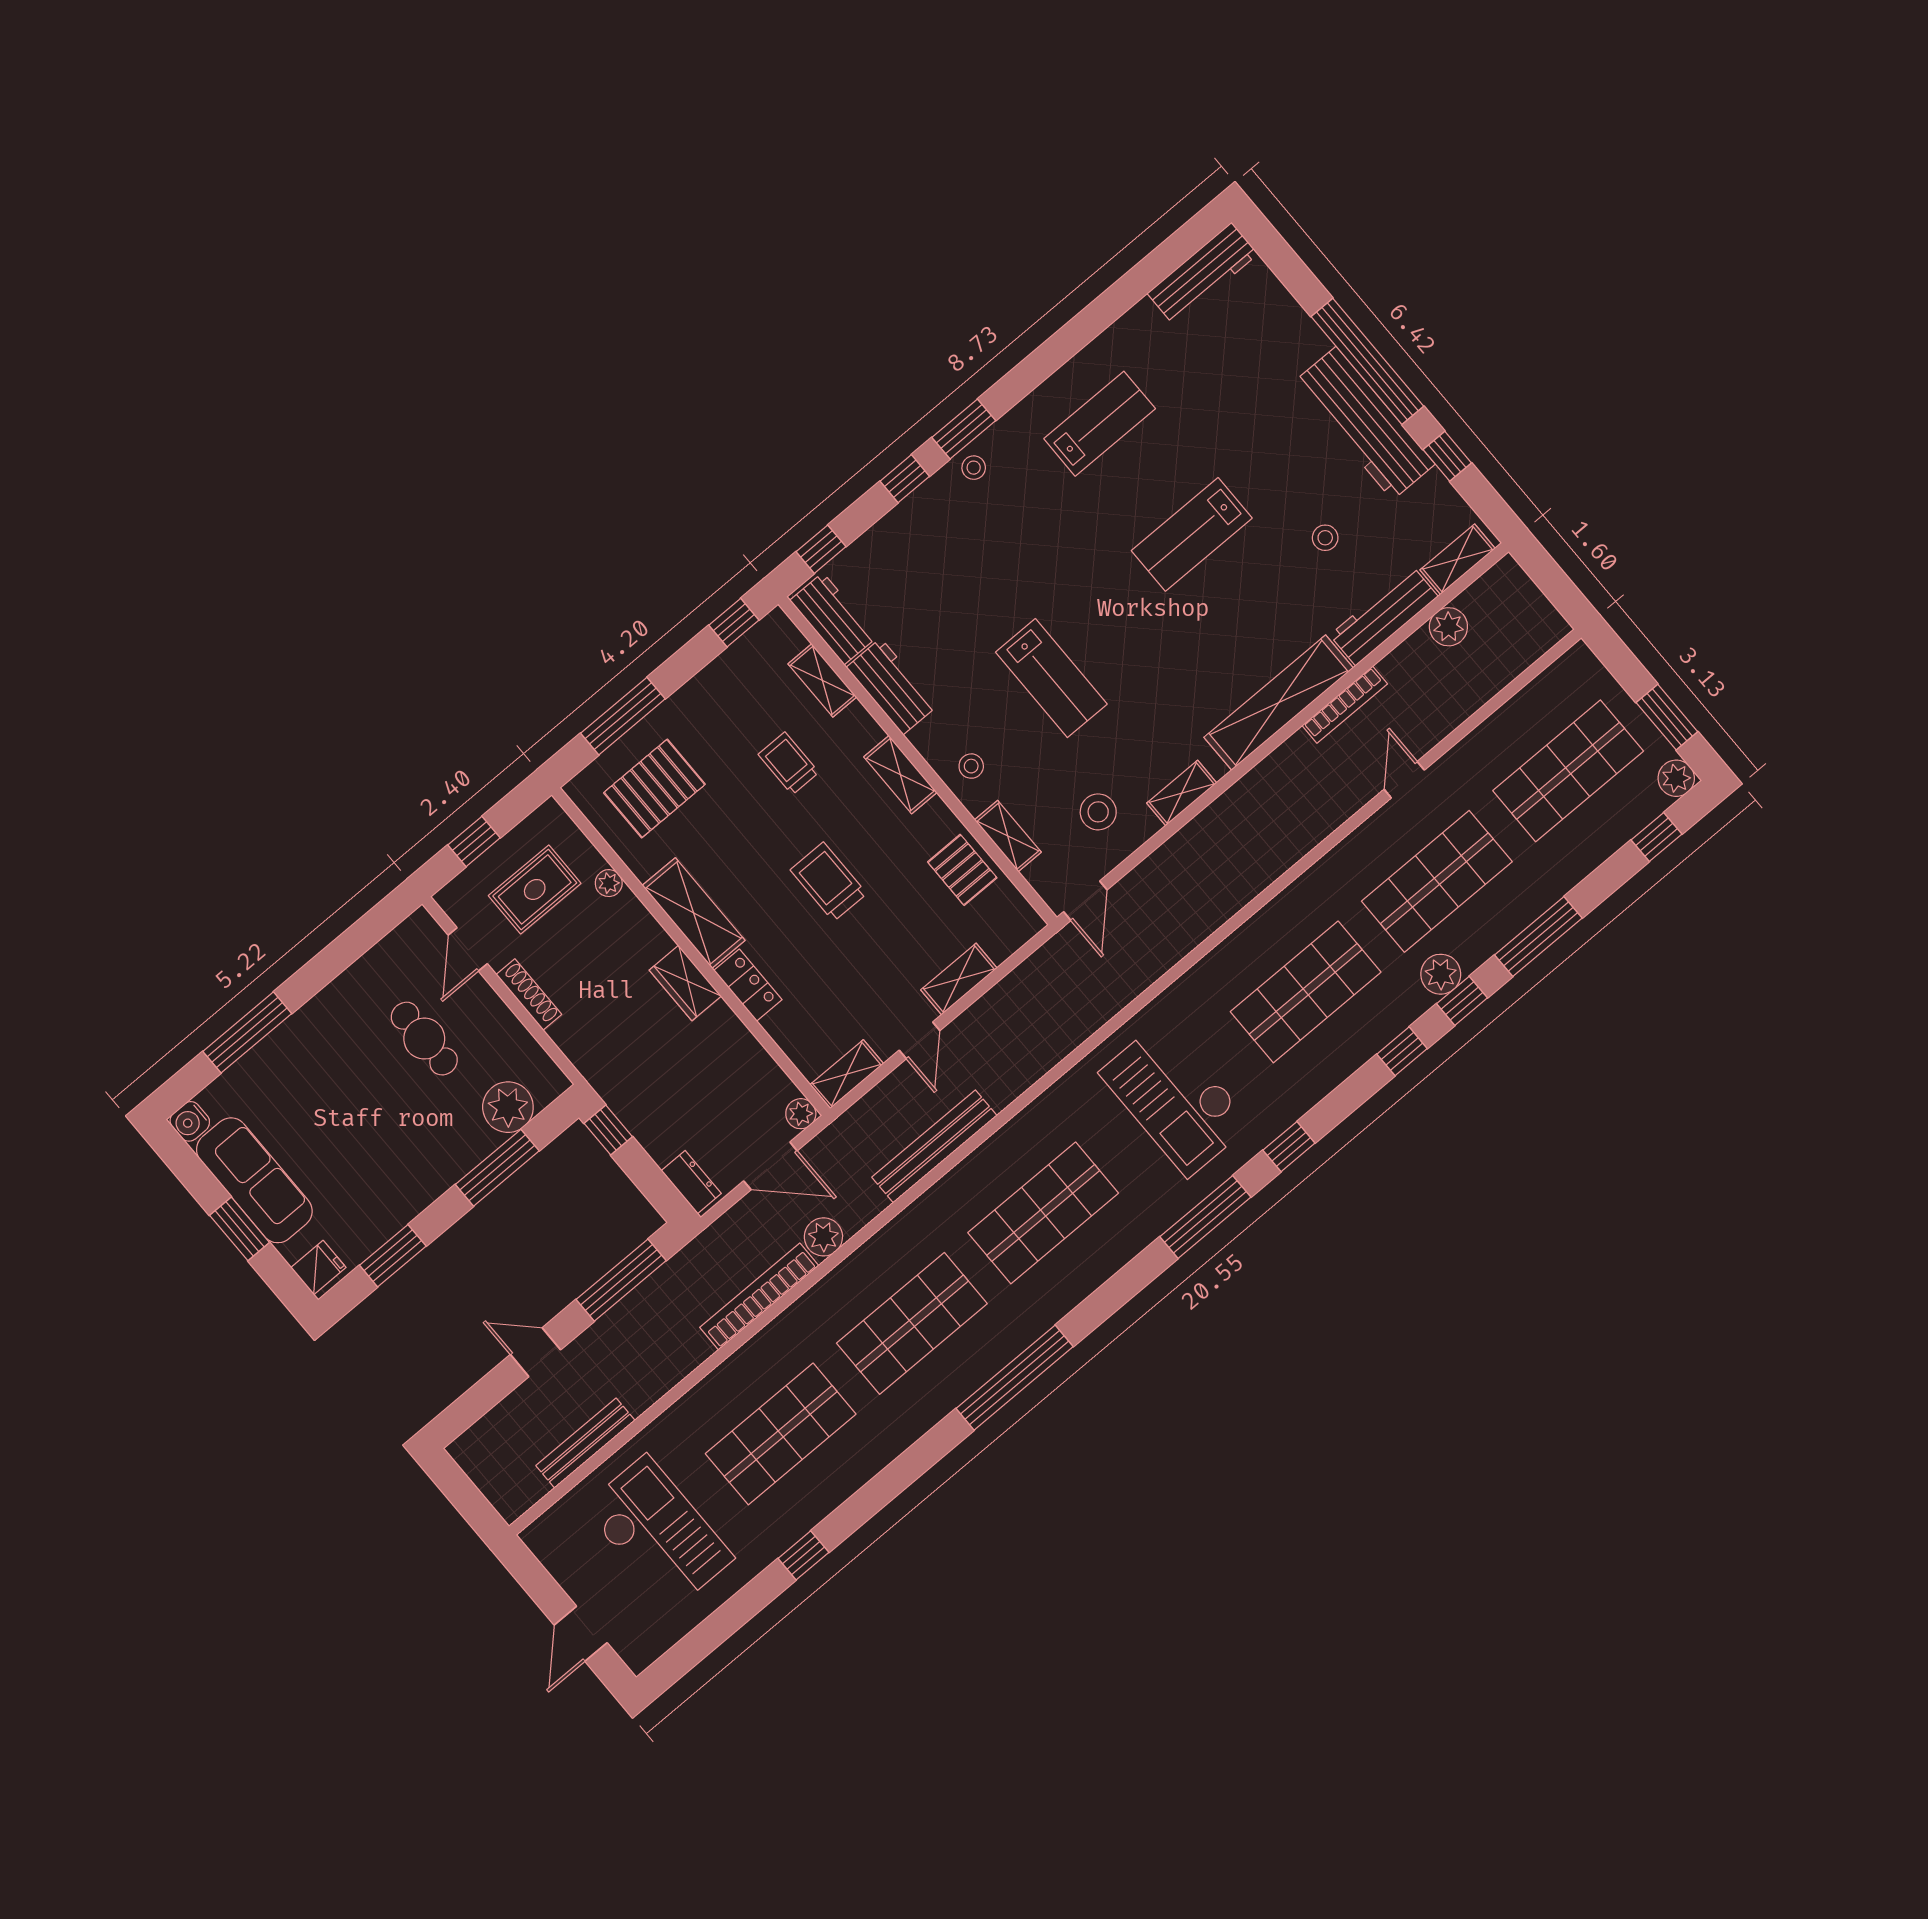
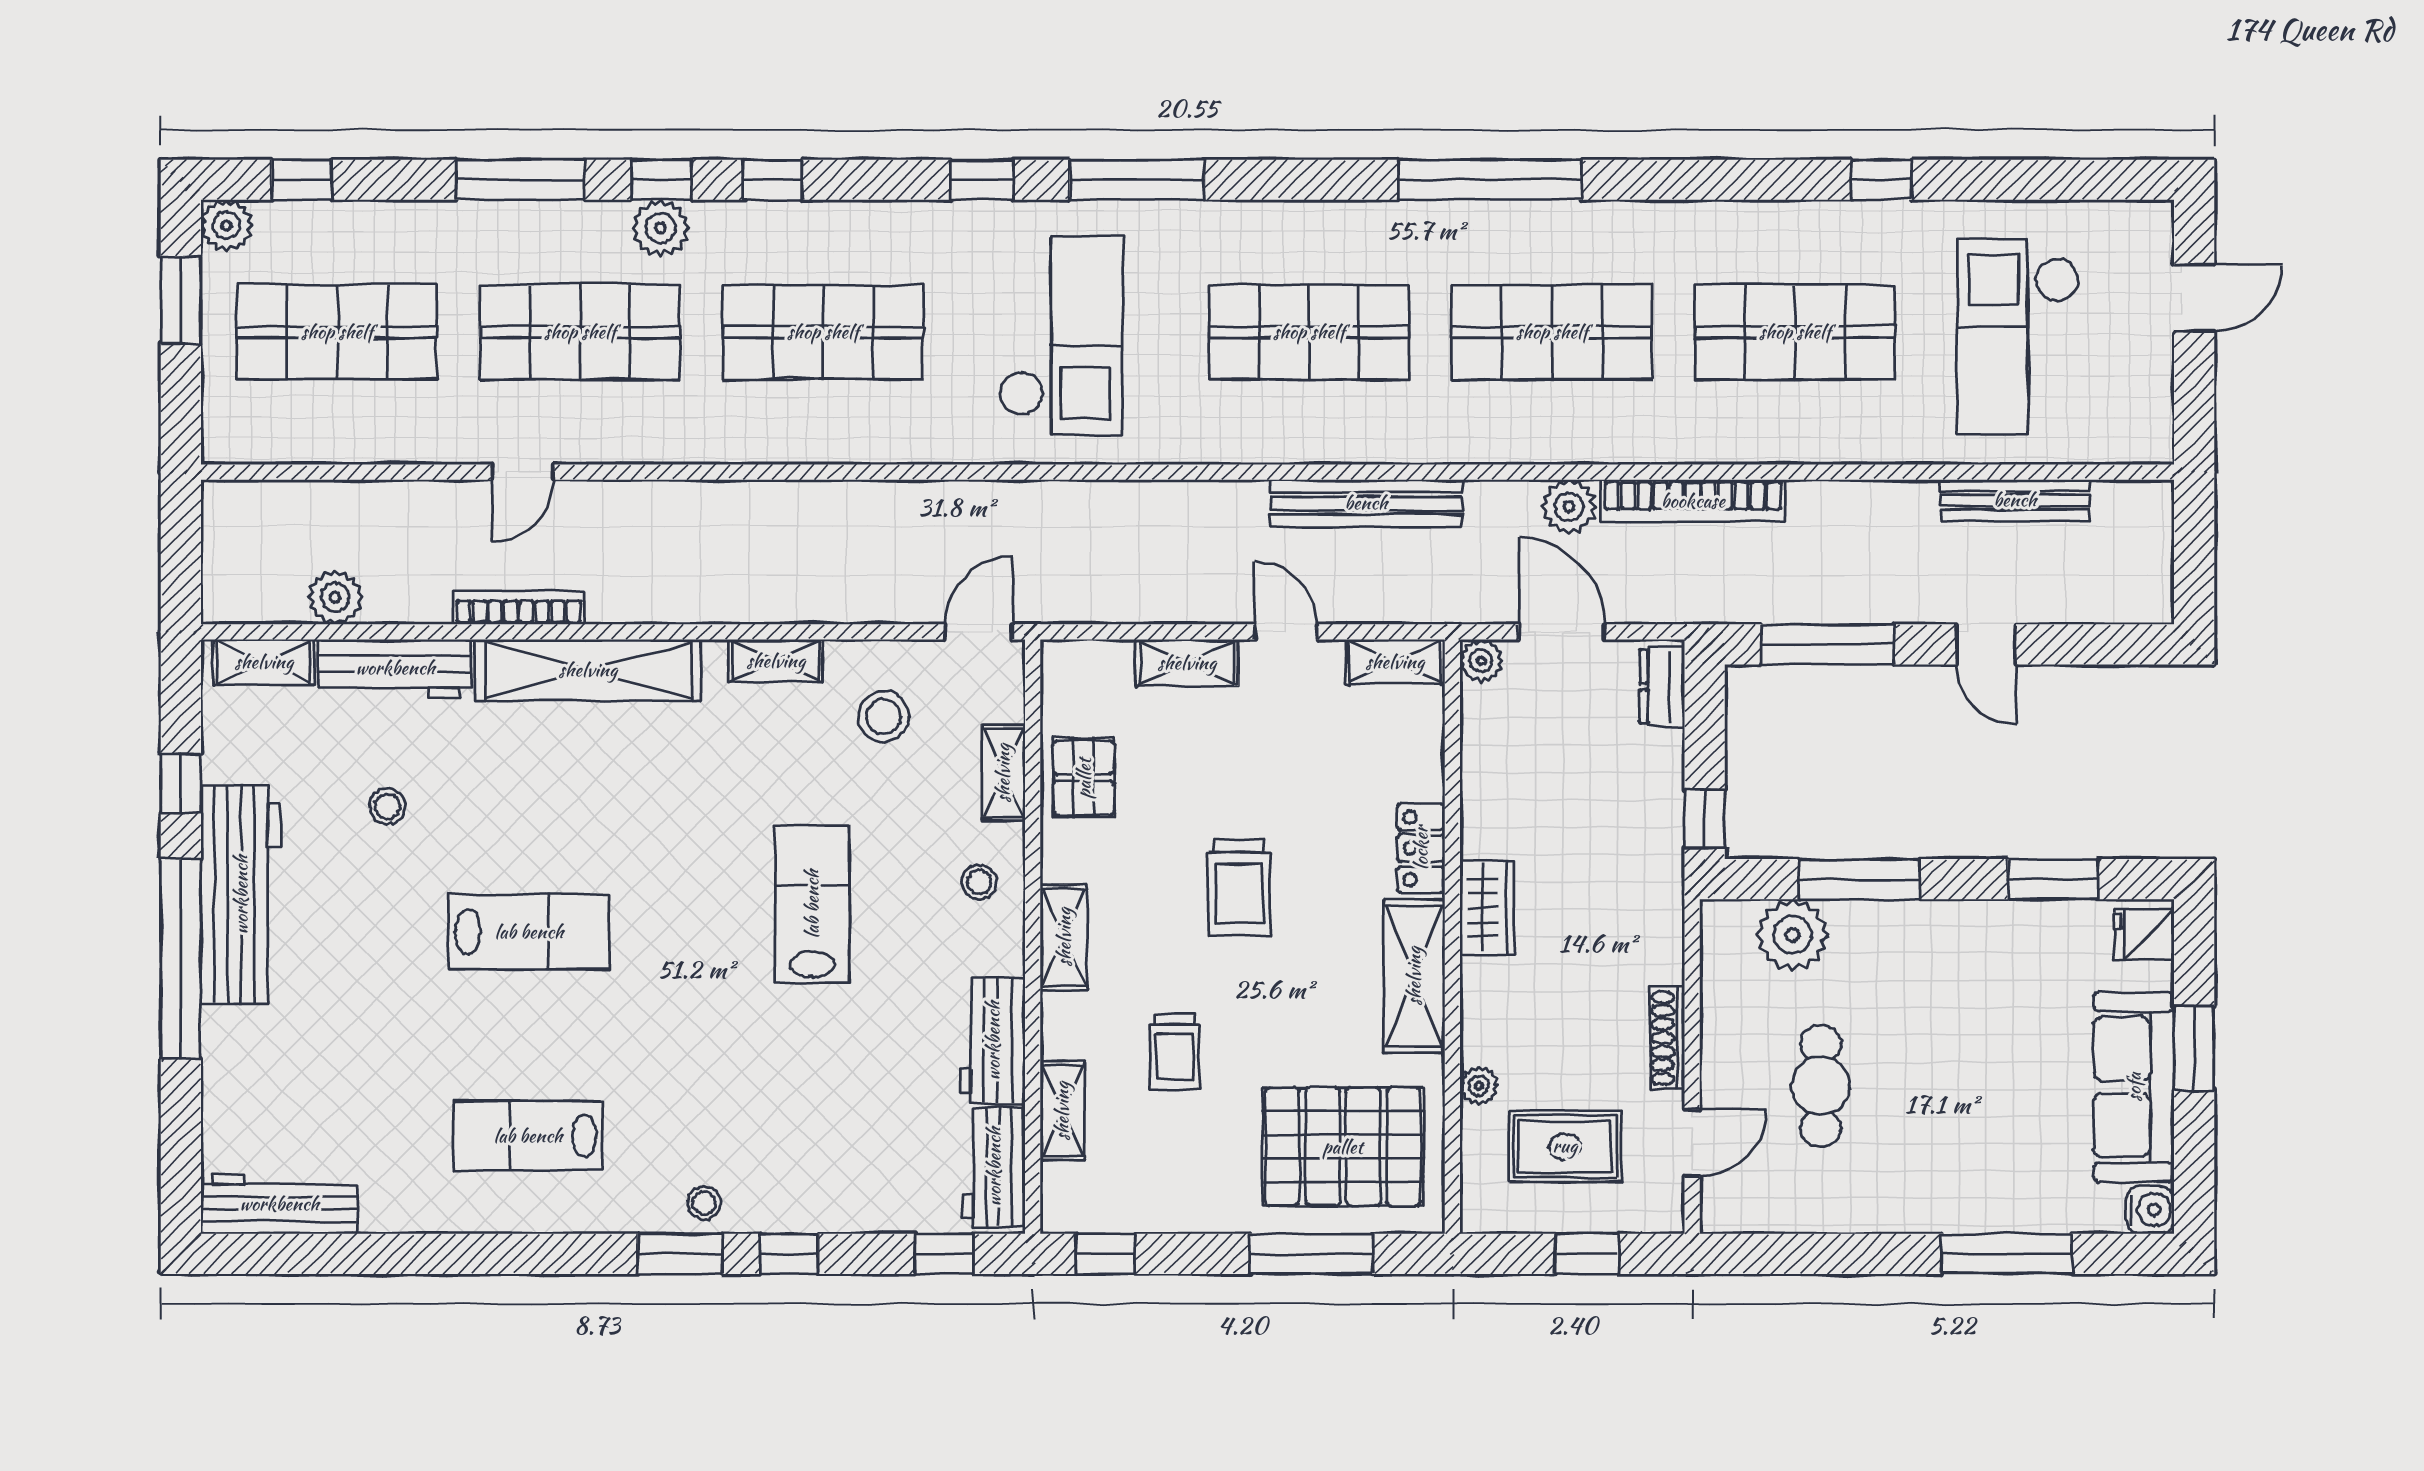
pallet: (654, 788) -> (1343, 1147), width x1.37, depth x1.41
door: (920, 1040) -> (1286, 632), hinge flipped

